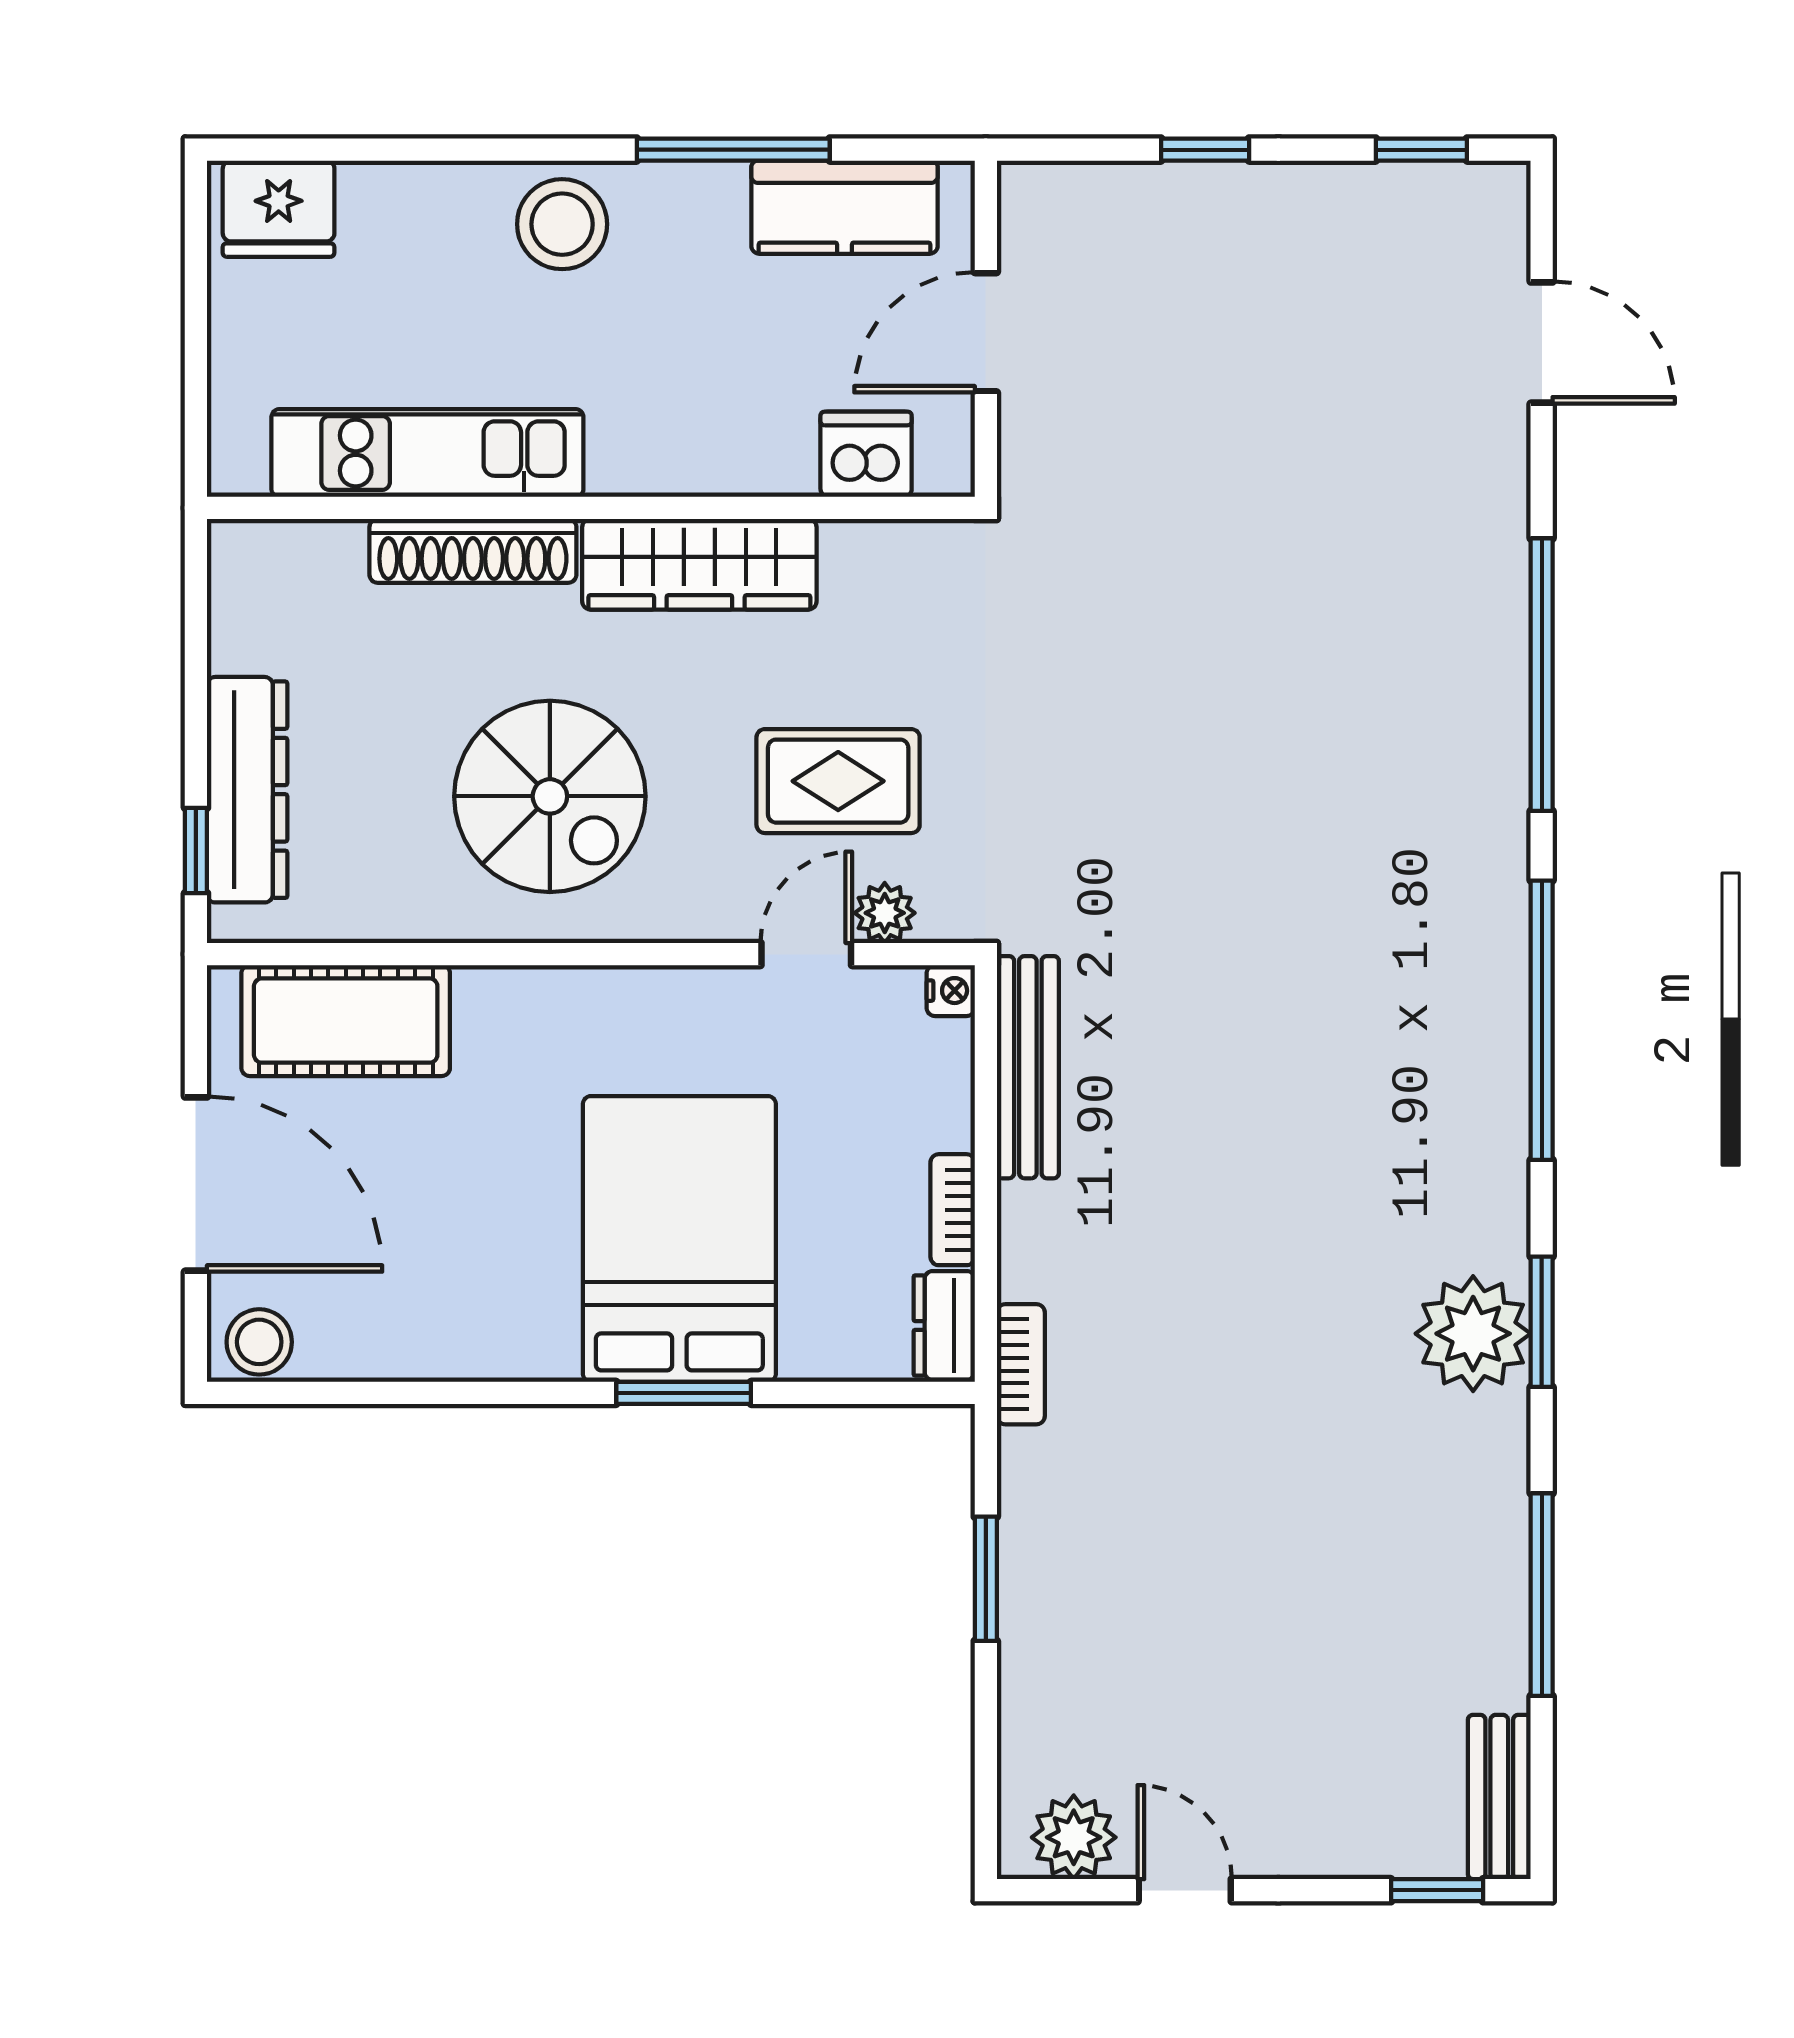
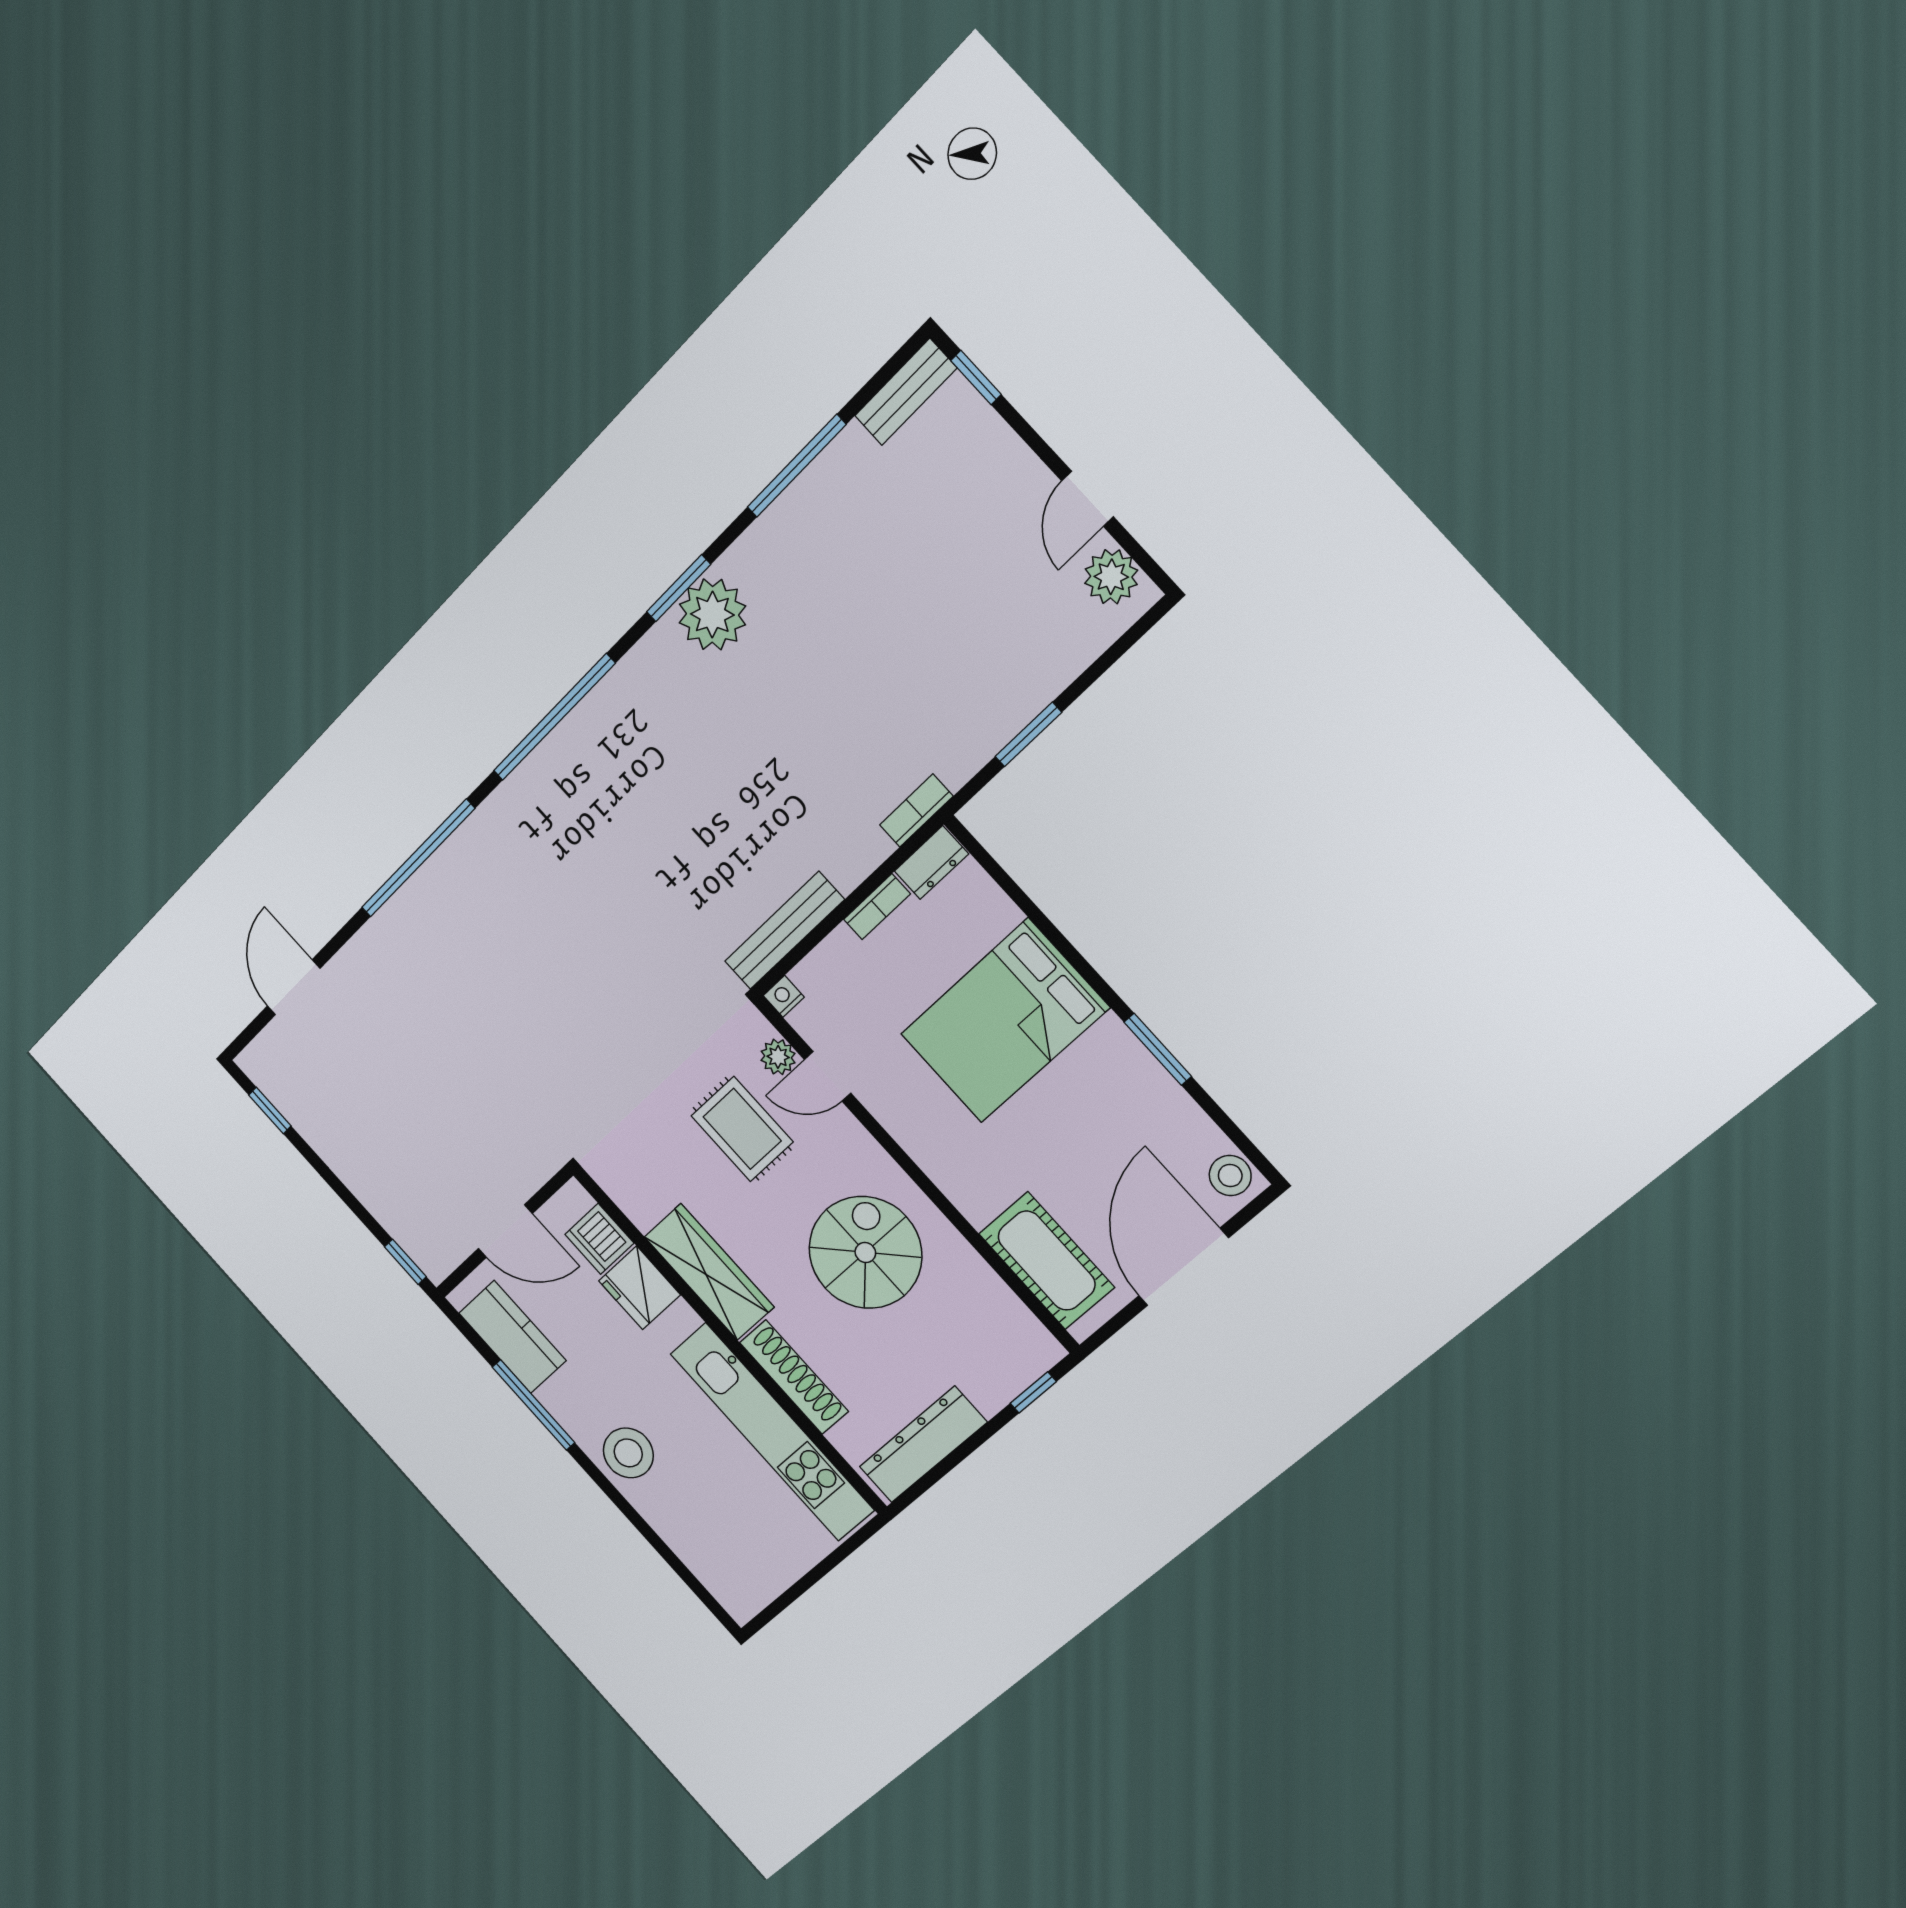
window: (1205, 150) -> (405, 1262), moved
fridge: (279, 209) -> (640, 1288), moved, turned 180
kitchen unit: (427, 453) -> (772, 1432), width x1.36
dresser: (247, 790) -> (923, 1444), moved
window: (684, 1393) -> (1158, 1049), moved

